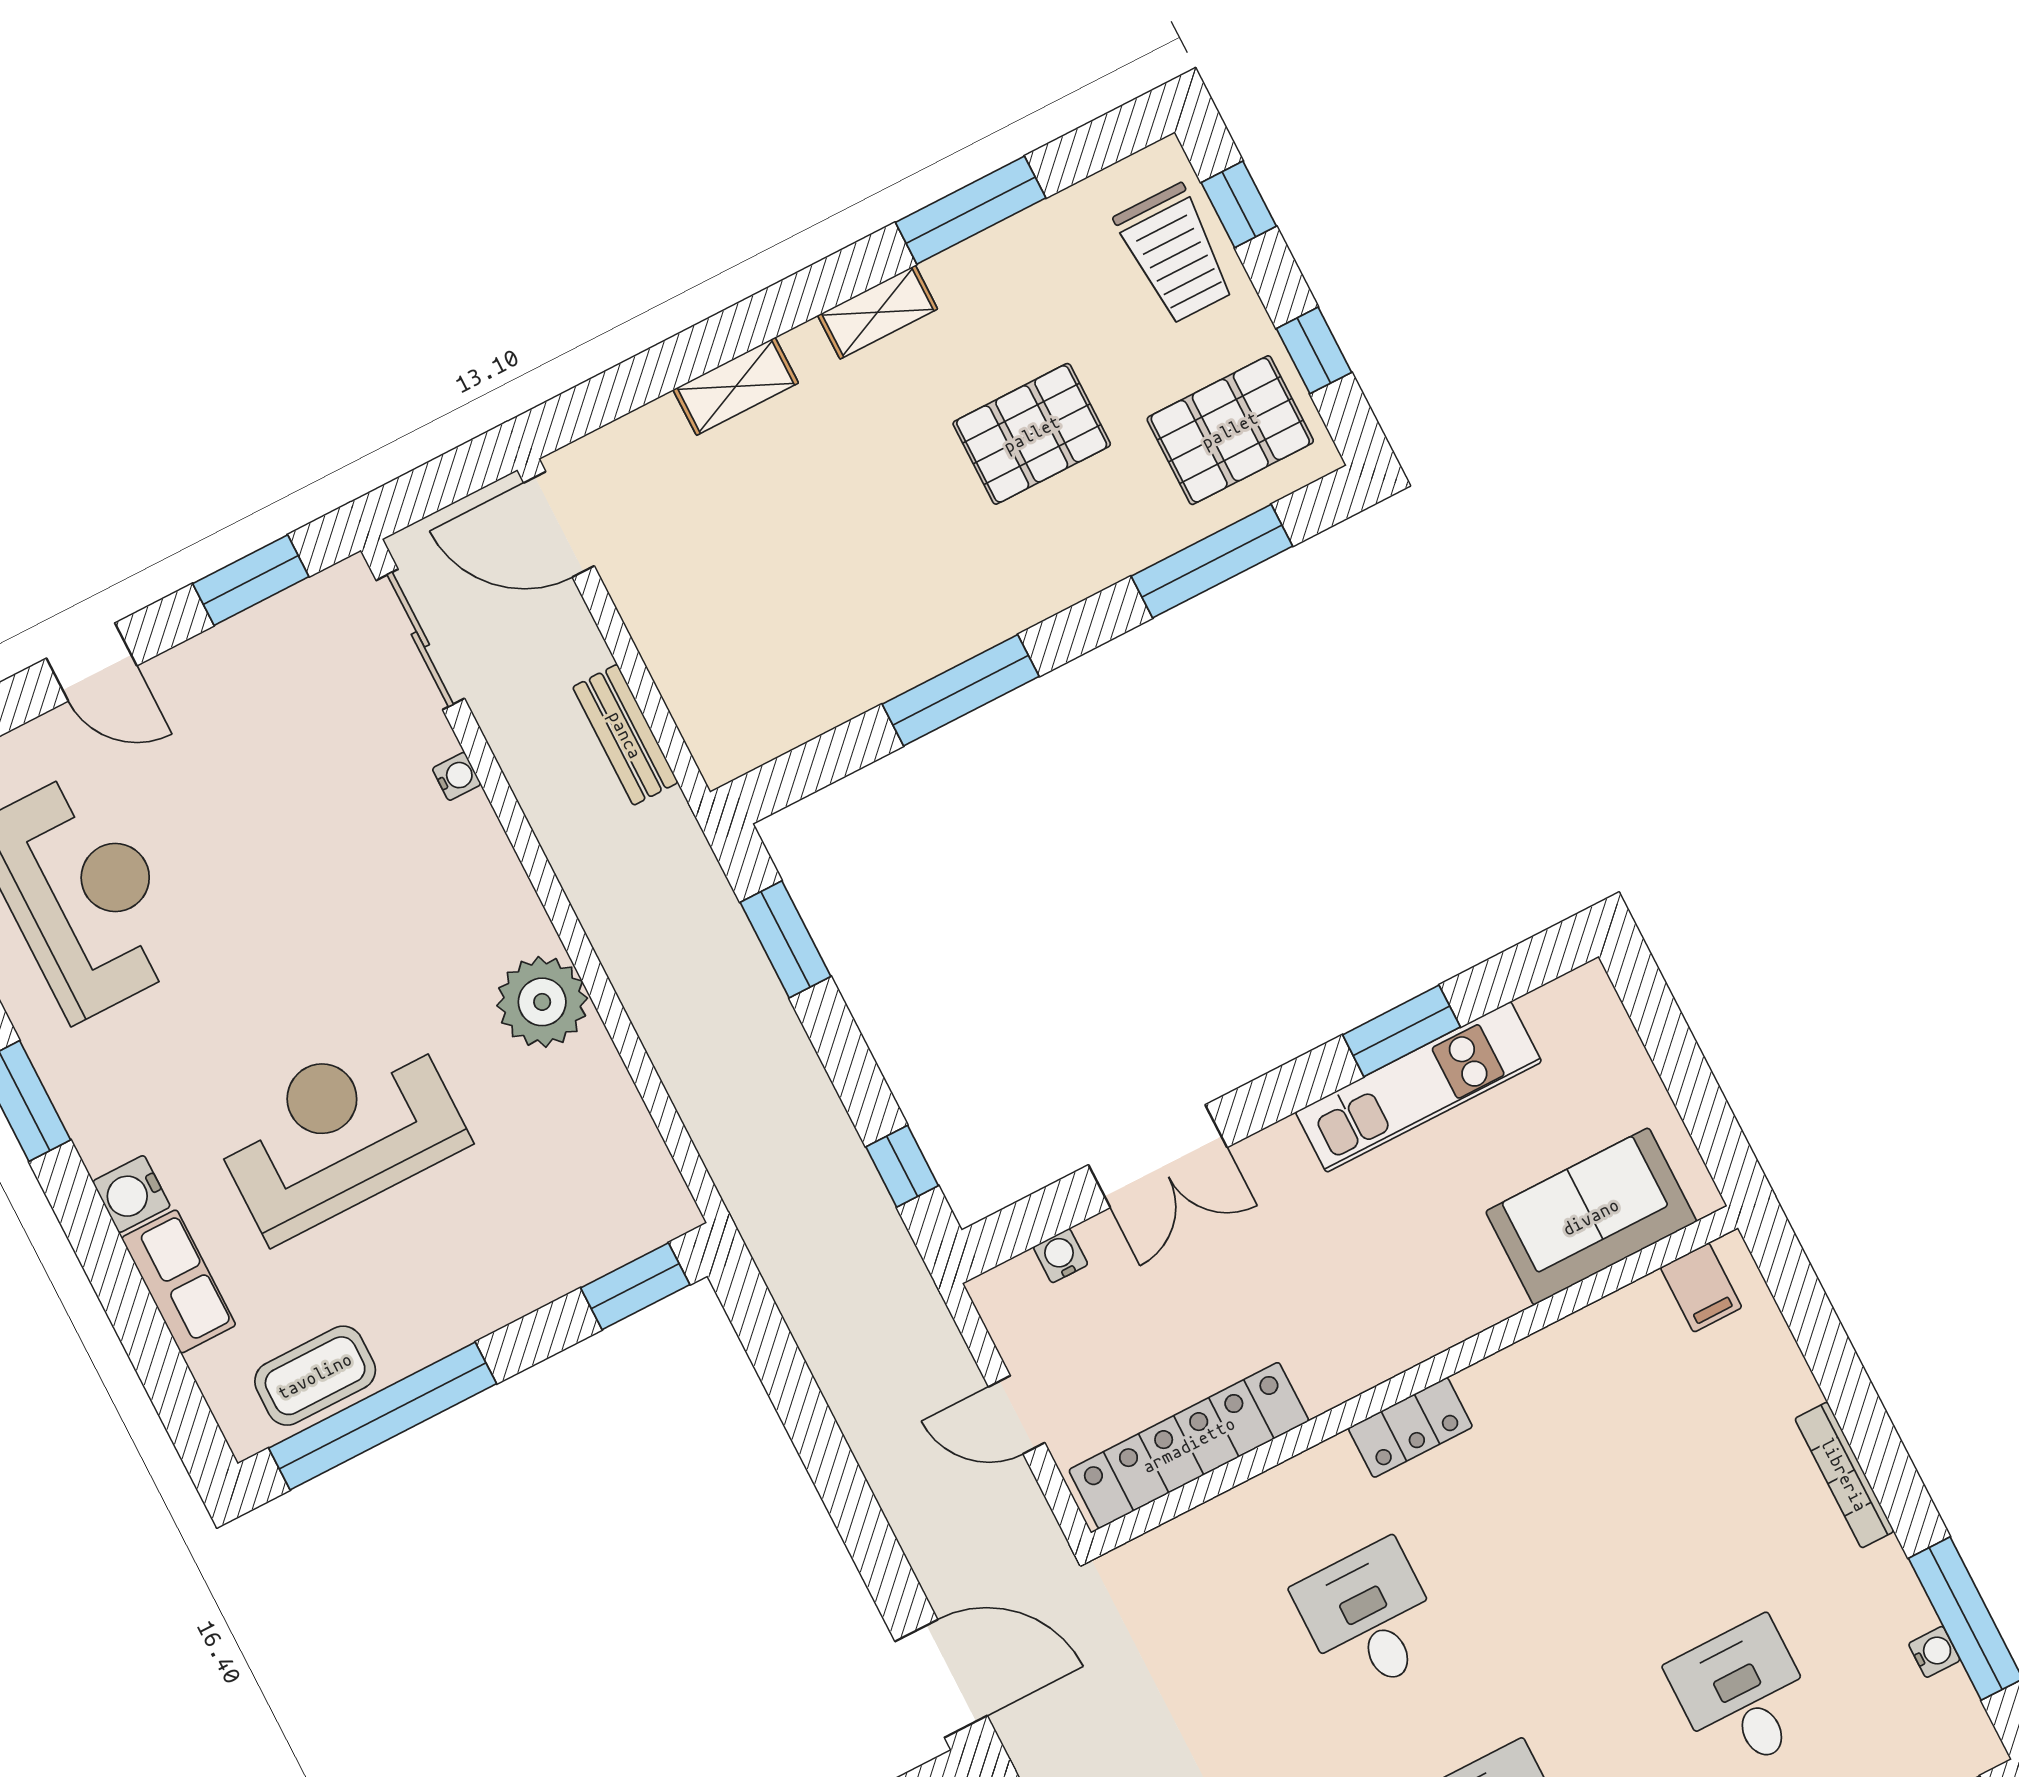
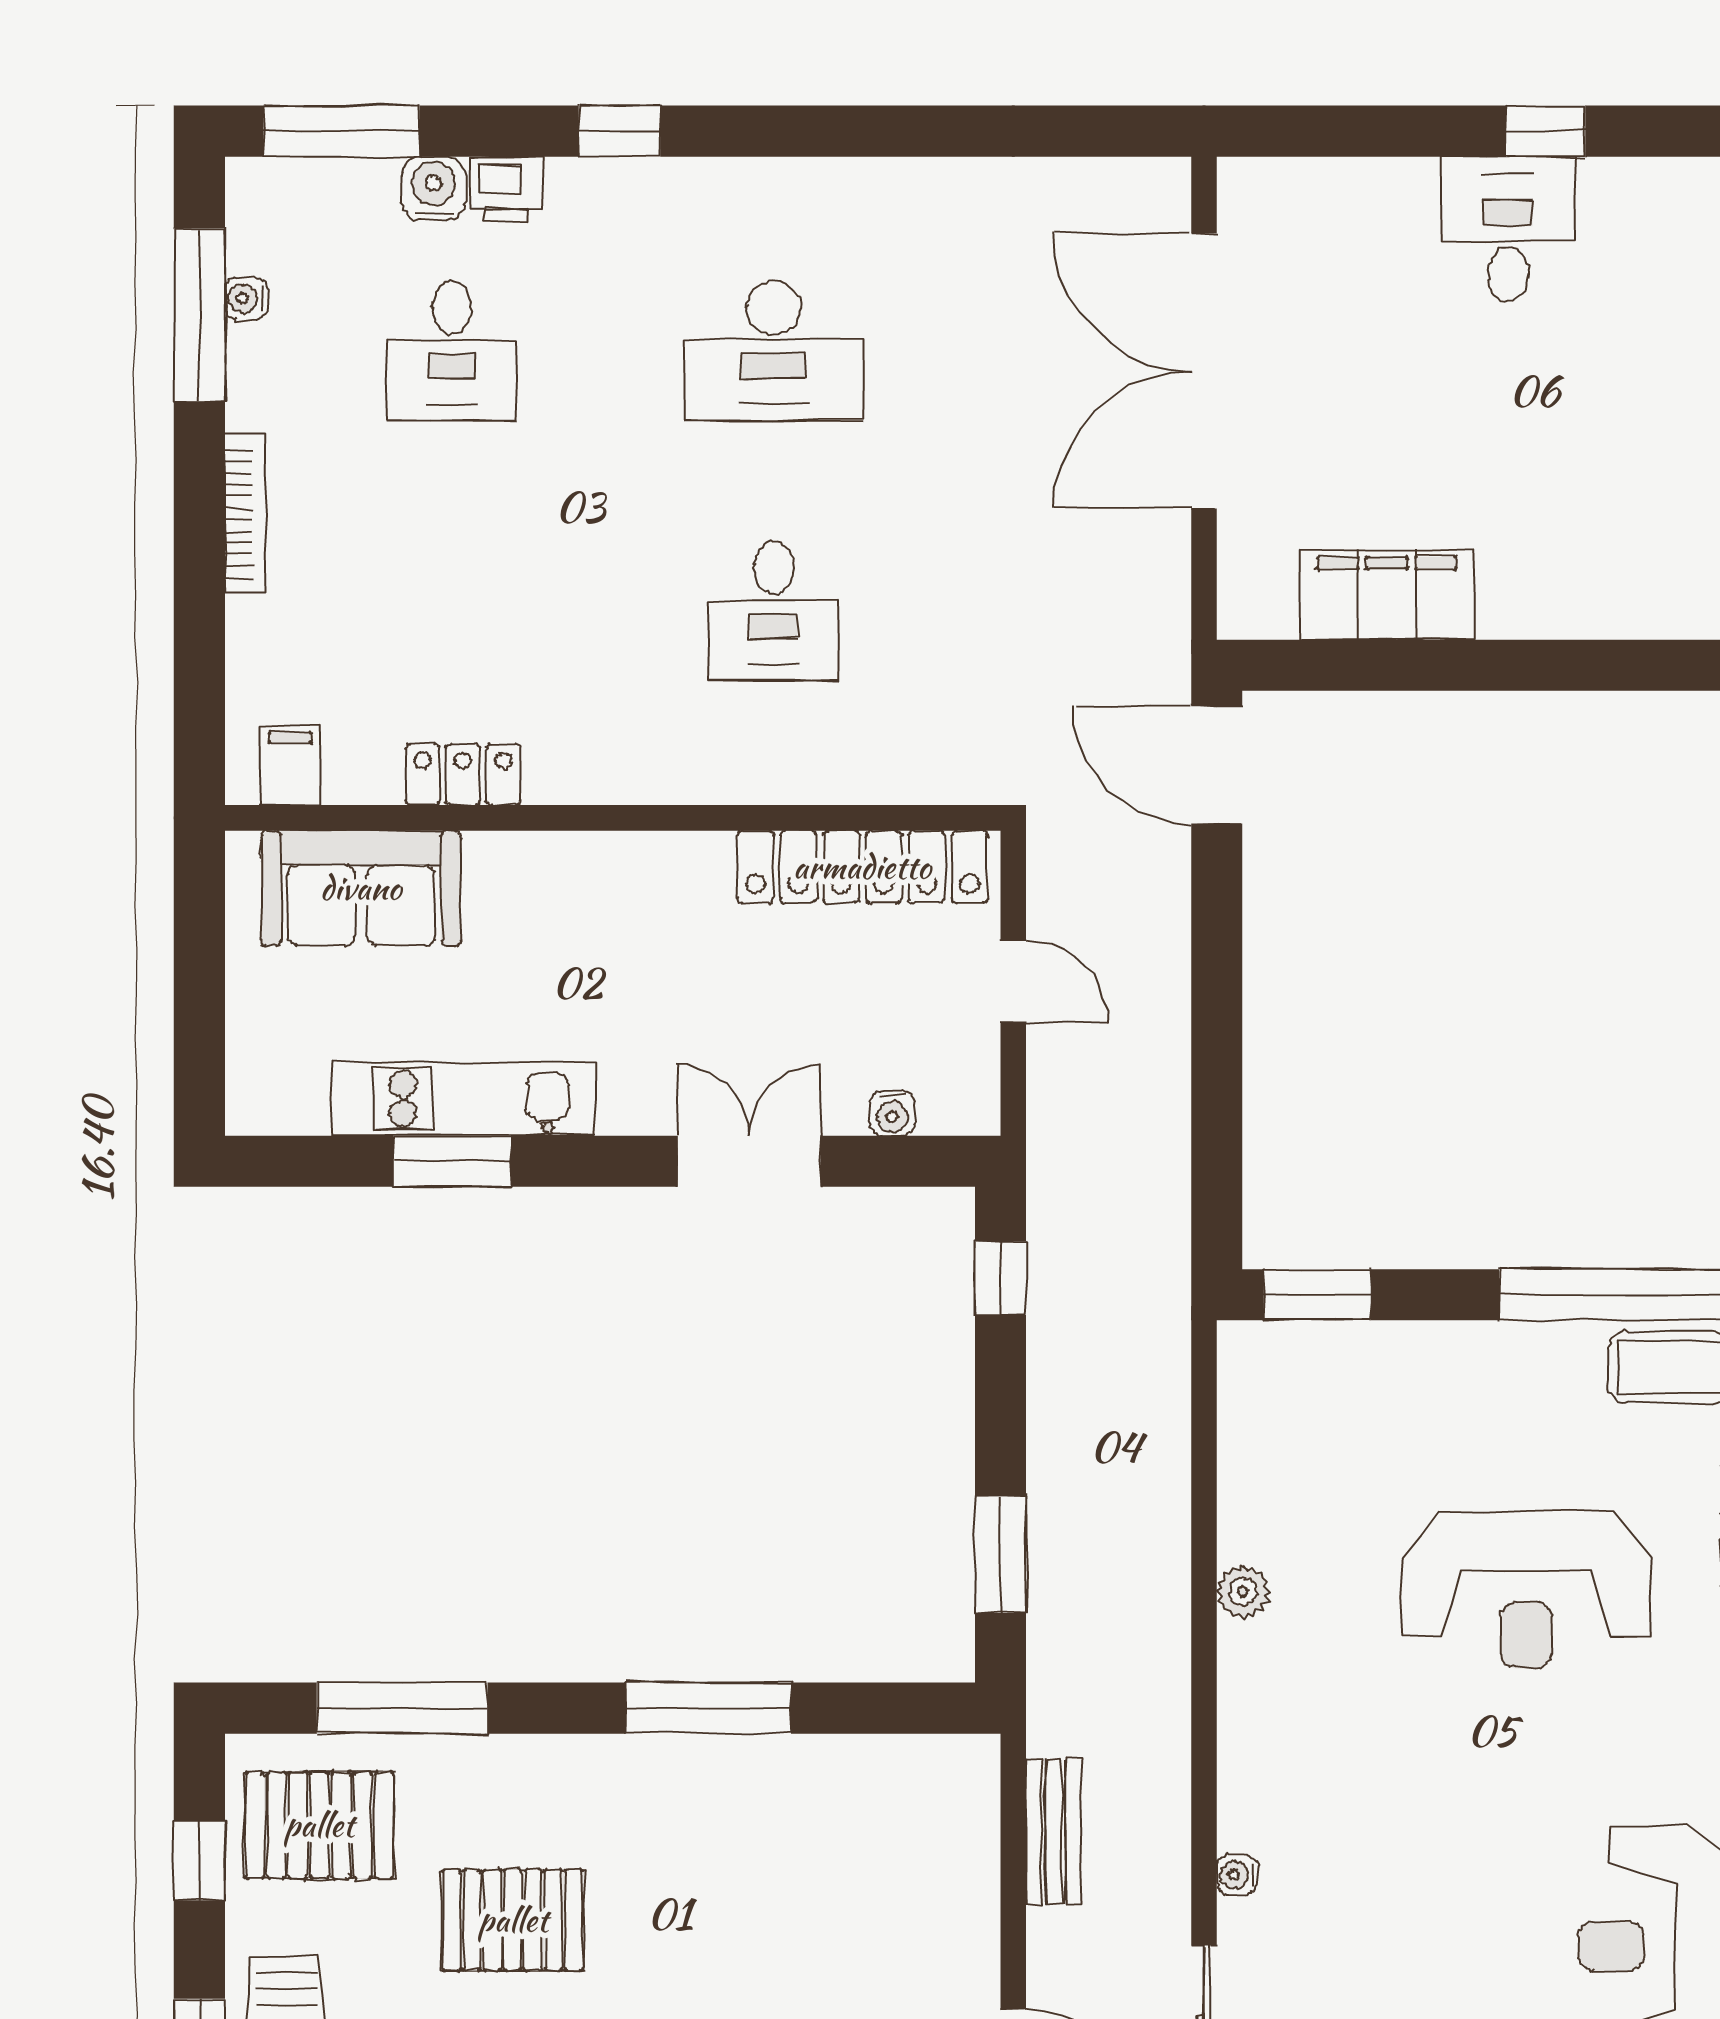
plant: (542, 1002) -> (1243, 1592), width x0.53, depth x0.53
locker: (1410, 1427) -> (463, 774), moved

